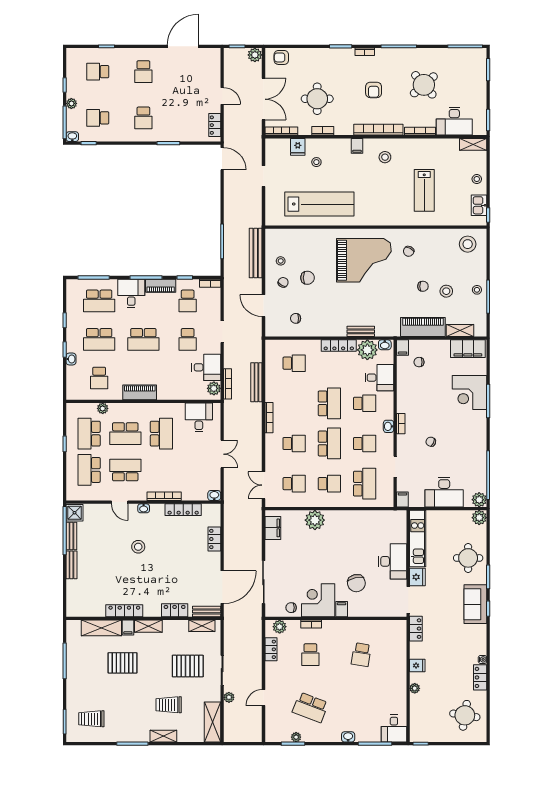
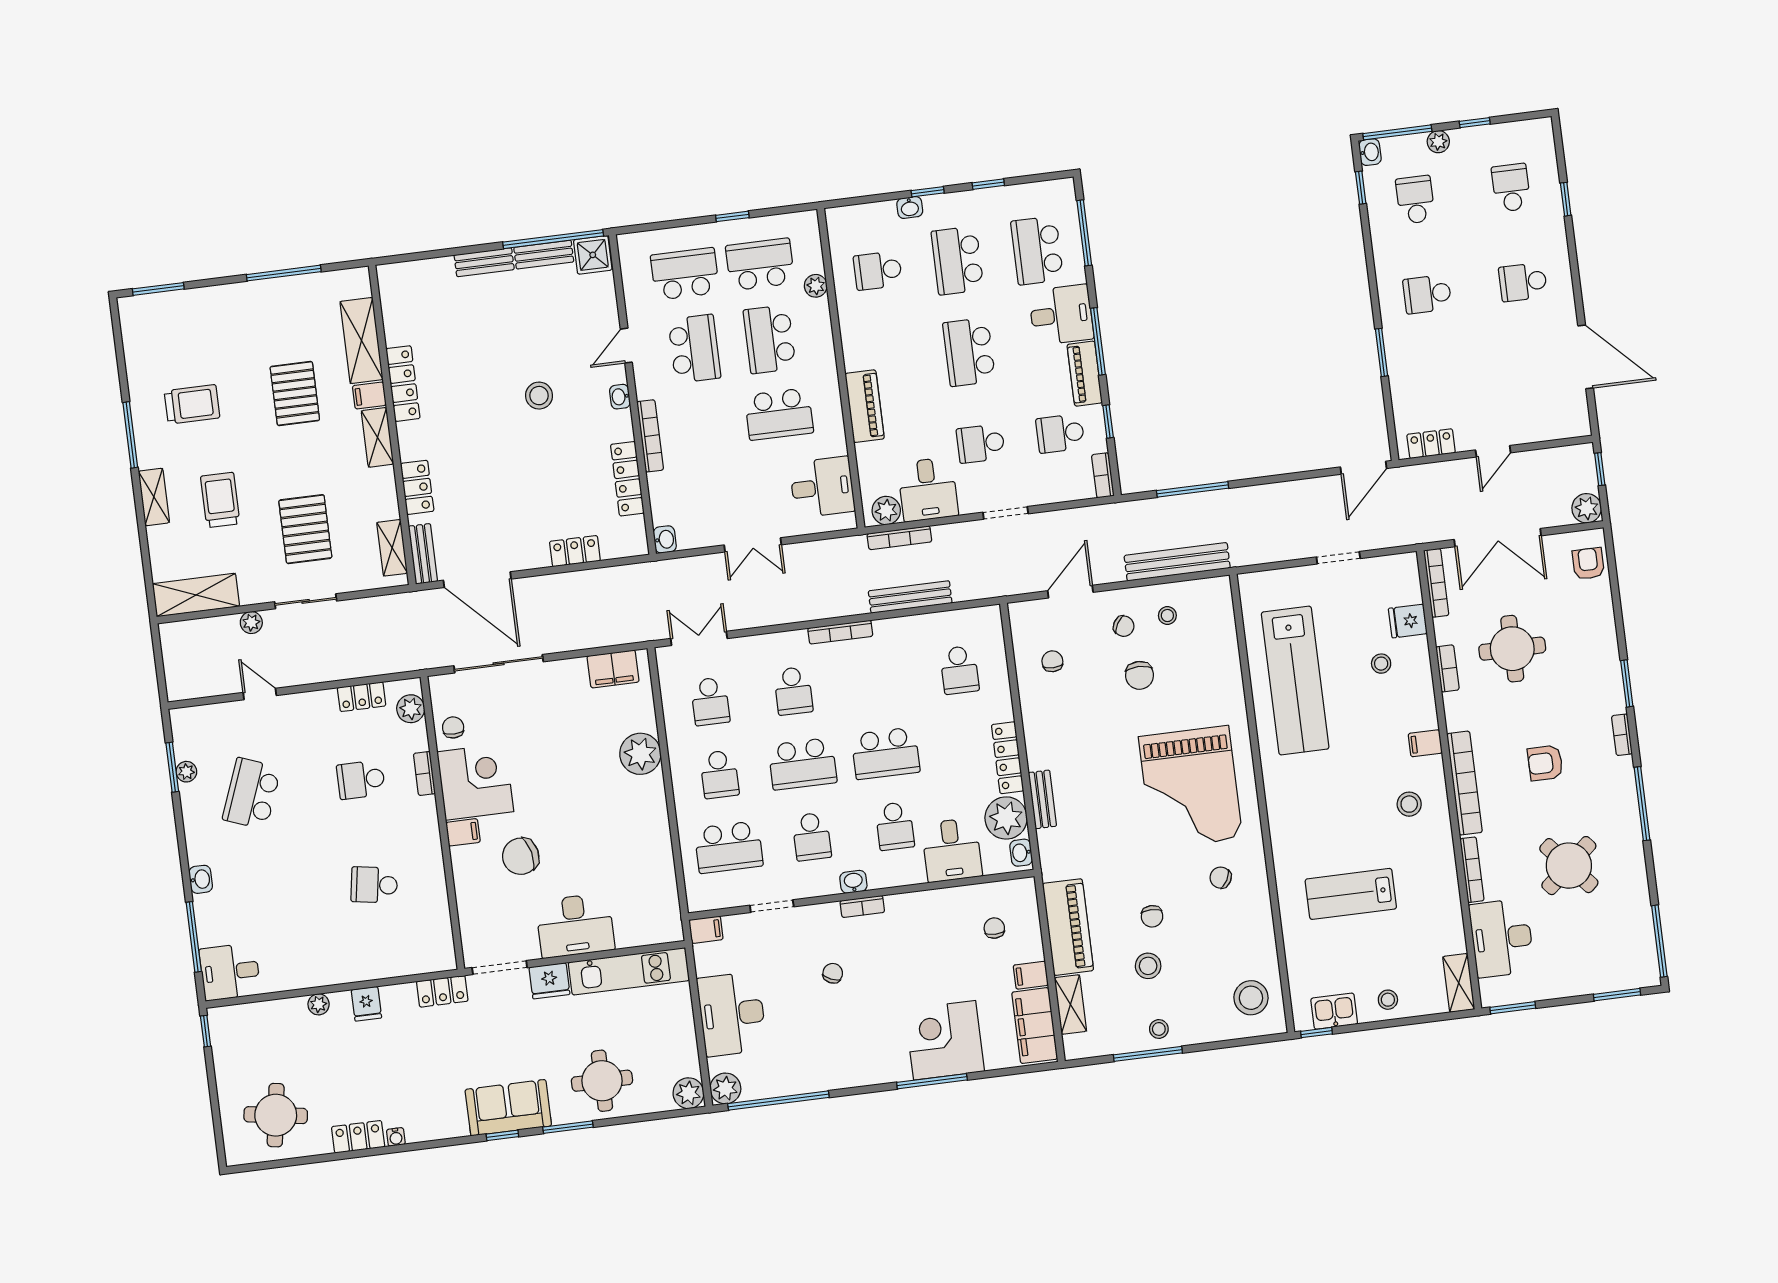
filing cabinet: (403, 348) -> (1031, 975), moved
piano: (140, 392) -> (865, 406), moved
trolley: (91, 719) -> (192, 404), moved, turned 90

